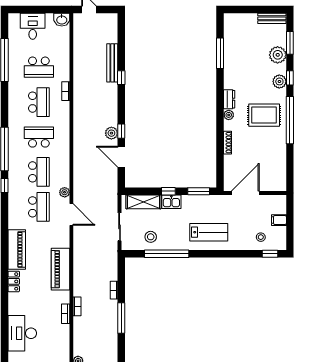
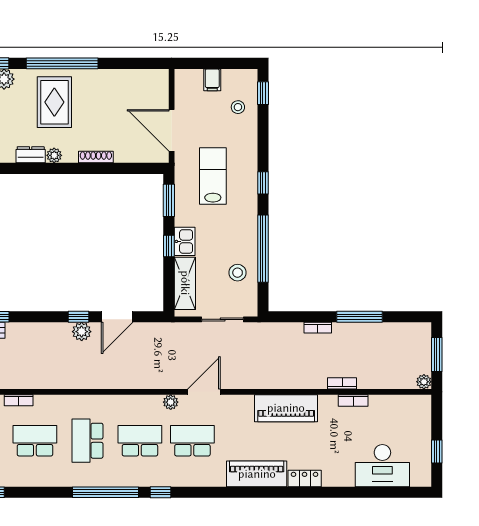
lab bench: (209, 232) -> (213, 176), moved
window: (210, 254) -> (263, 183), added

